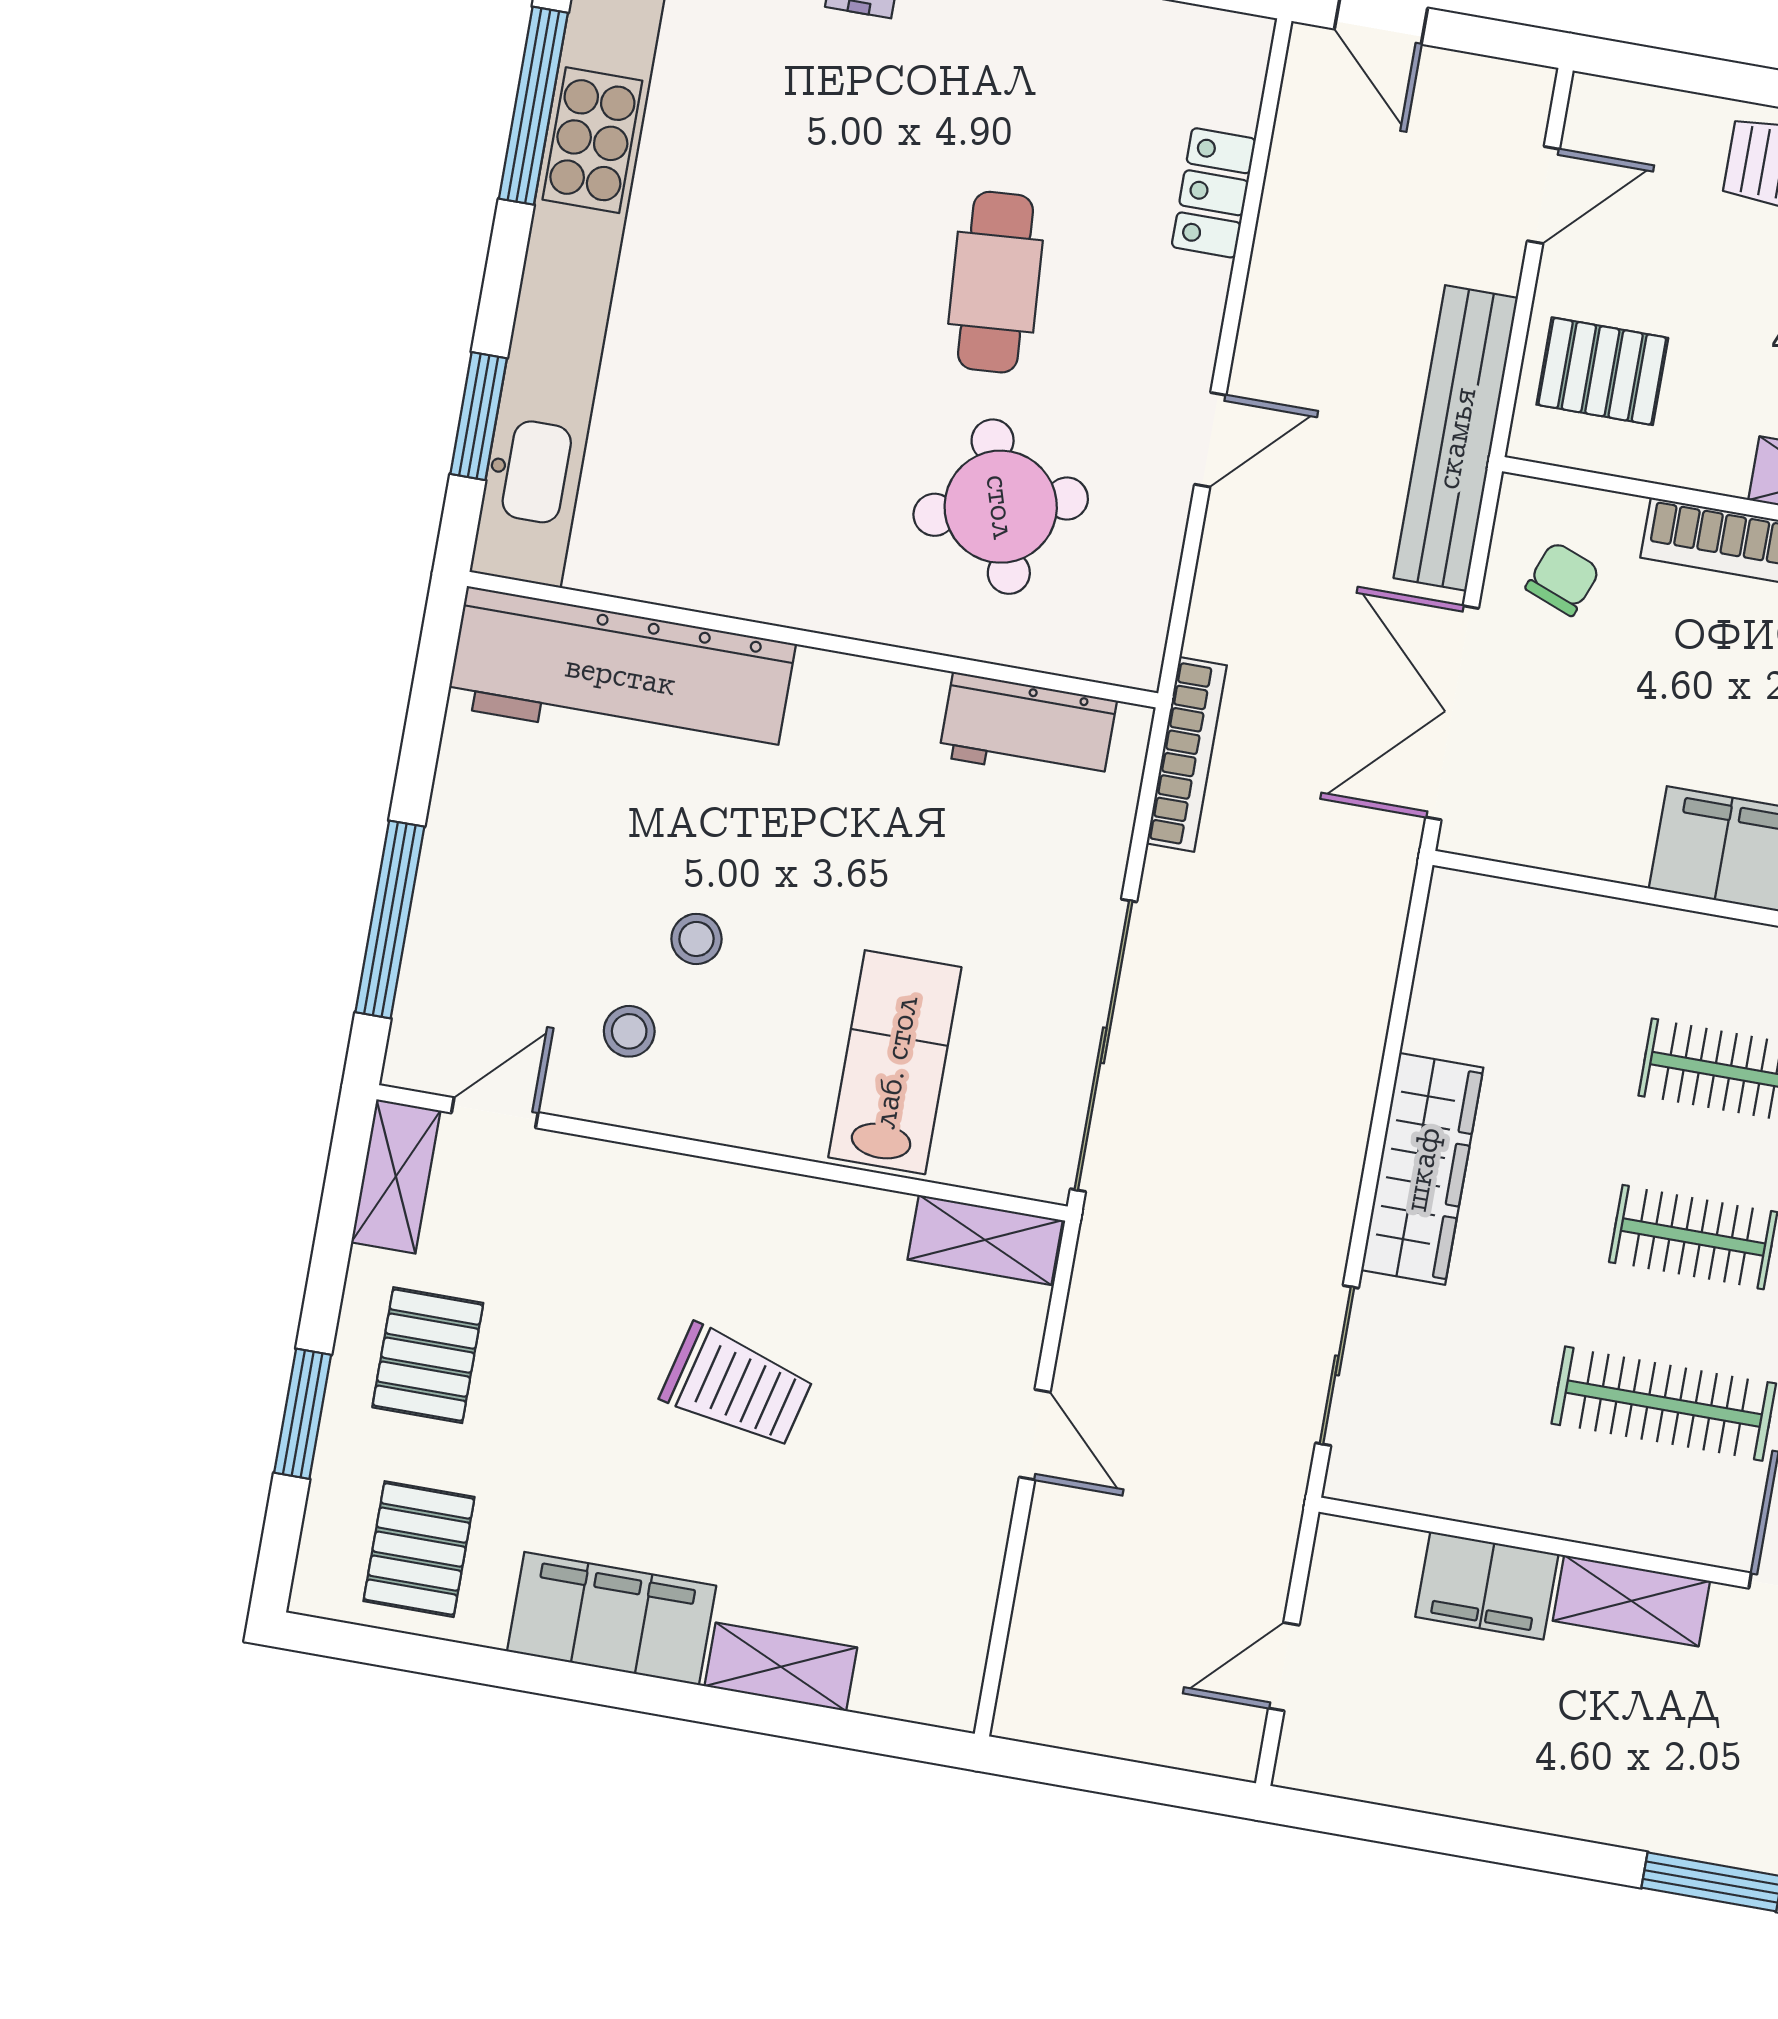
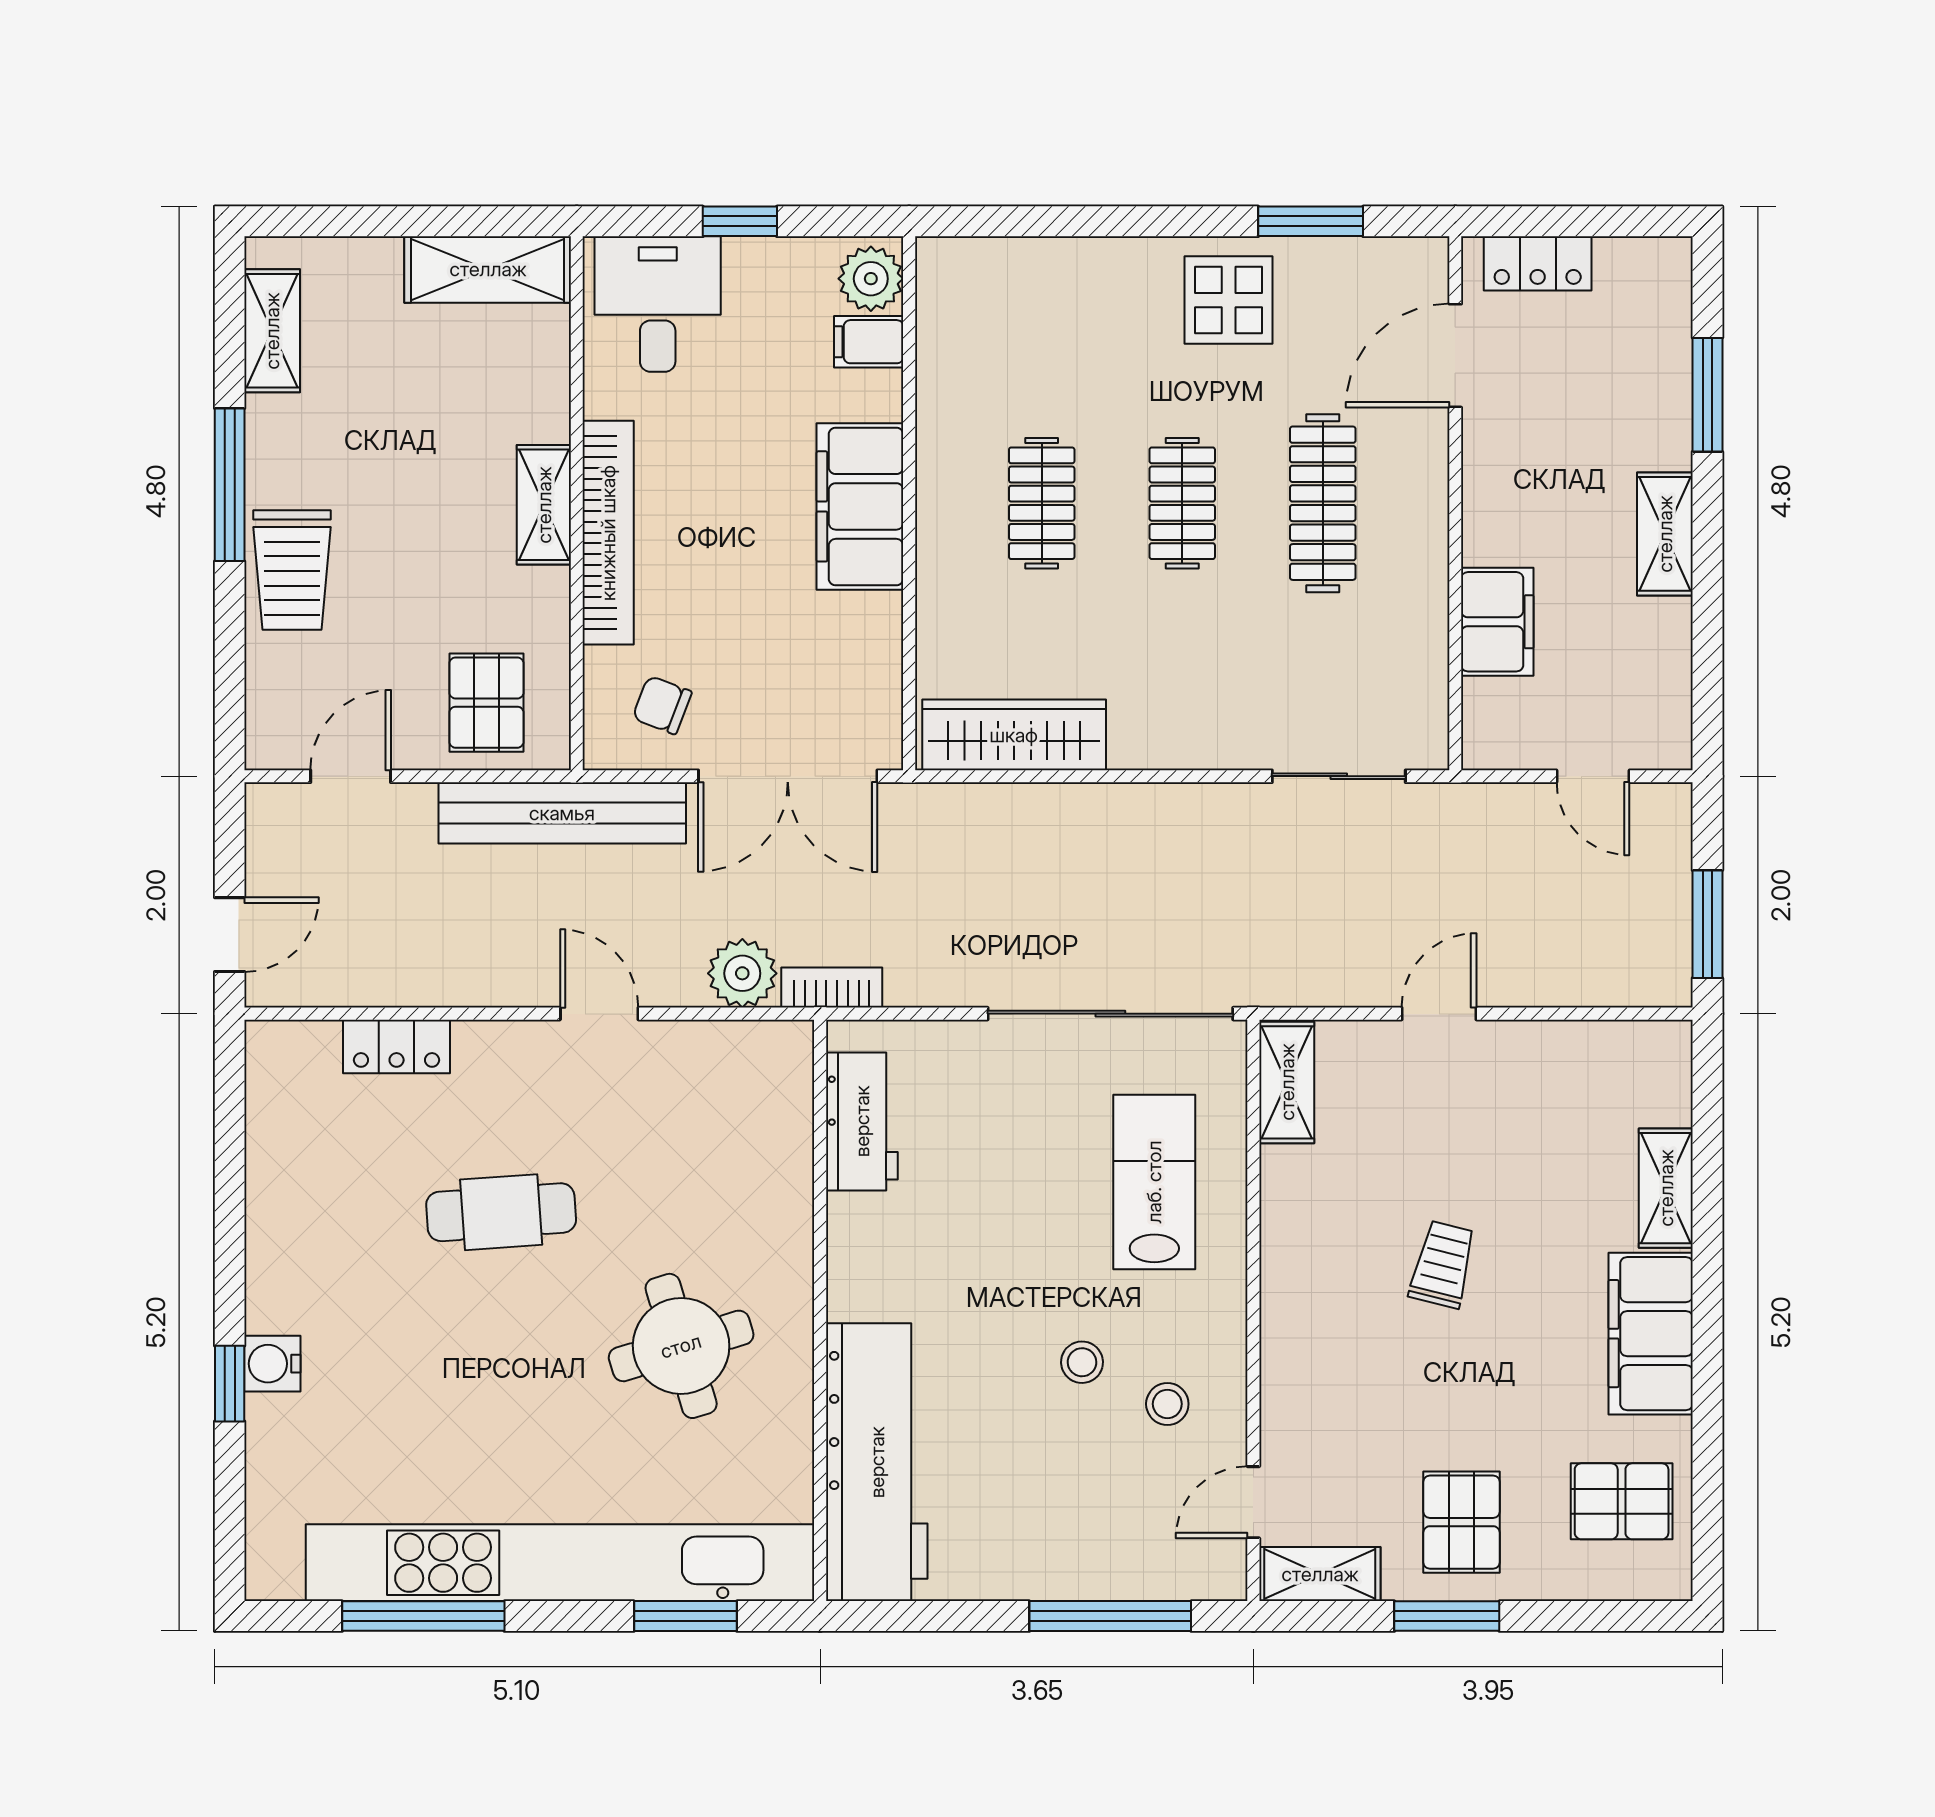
door: (1543, 195) -> (351, 776), hinge flipped
round table: (1001, 507) -> (681, 1346), moved
plant: (1228, 618) -> (742, 973), added
bookcase: (1187, 754) -> (832, 988), width x0.64
lab bench: (895, 1062) -> (1154, 1182), turned 90
door: (495, 1113) -> (1253, 1502), hinge flipped
wardrobe: (1422, 1169) -> (1014, 735), moved
pallet: (428, 1355) -> (1462, 1522), turned 90
trolley: (737, 1387) -> (1443, 1265), width x0.73, depth x0.72
window: (303, 1414) -> (1447, 1616), moved
shelving: (1631, 1601) -> (1665, 534), moved
window: (1085, 1771) -> (1707, 924), added

